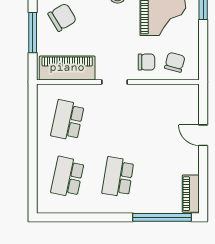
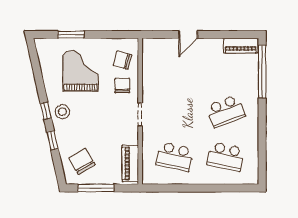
piano: (67, 68) -> (130, 164), width x0.73, depth x0.75
school desk: (118, 177) -> (226, 111), turned -30

